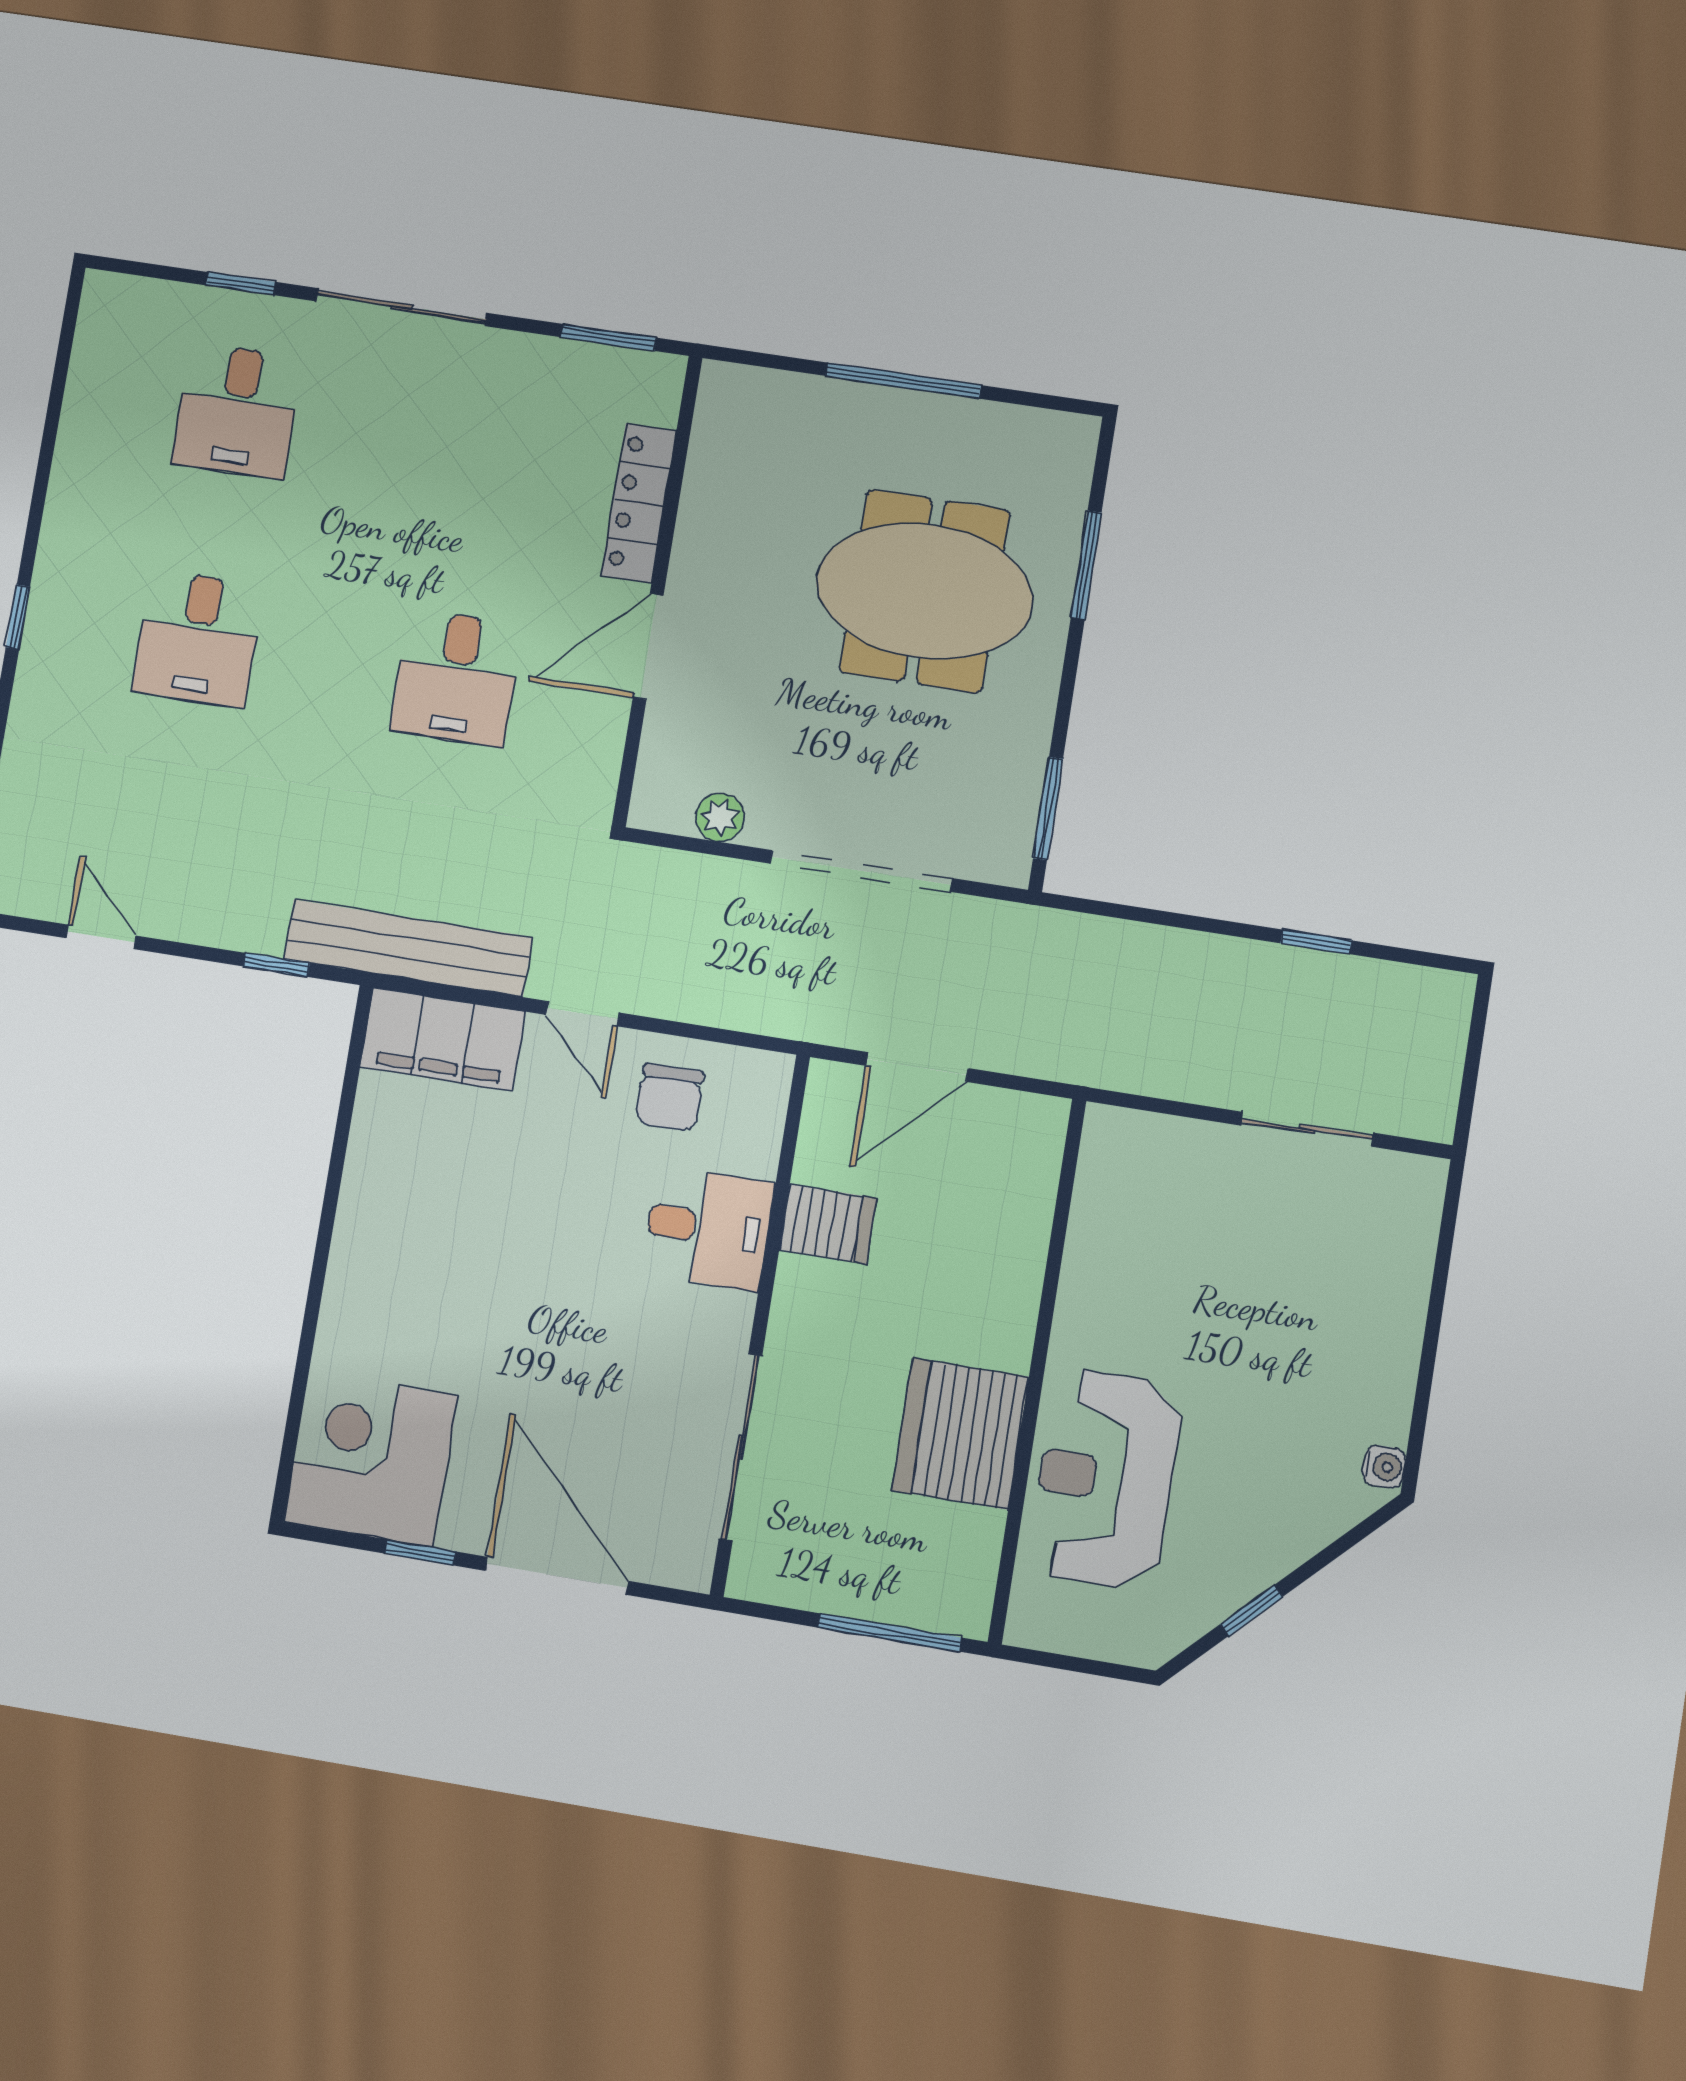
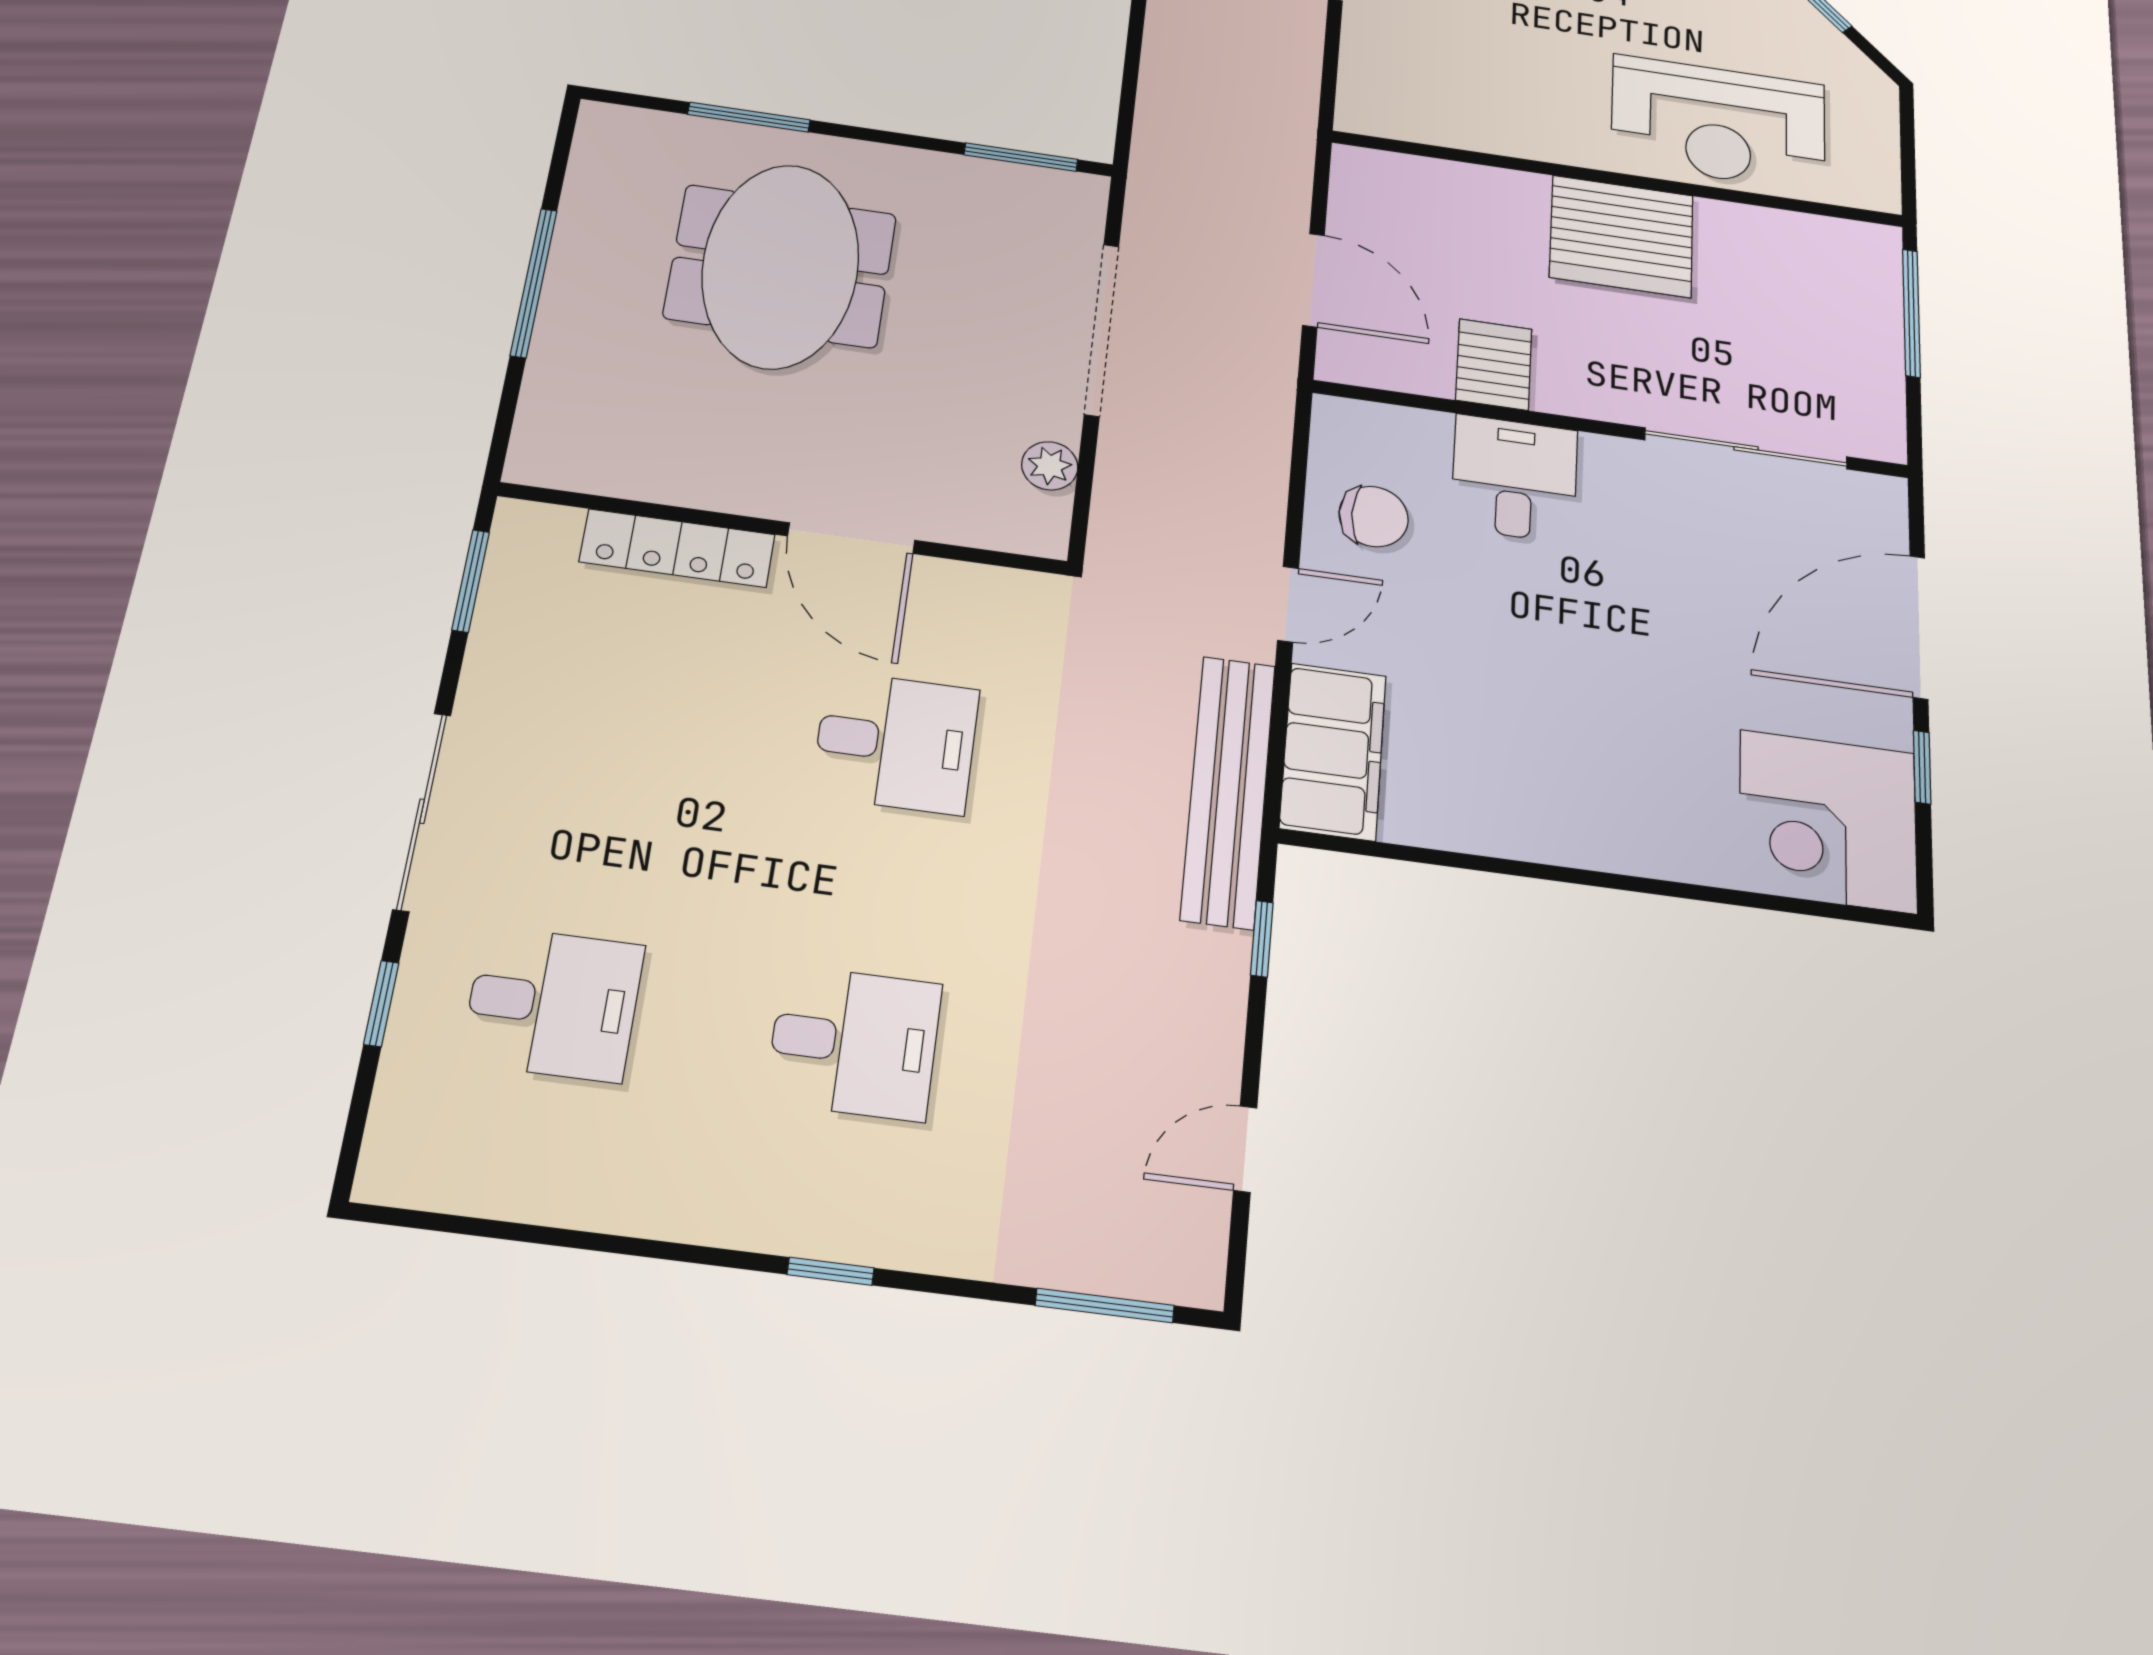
server rack: (960, 1434) -> (1622, 236), moved

